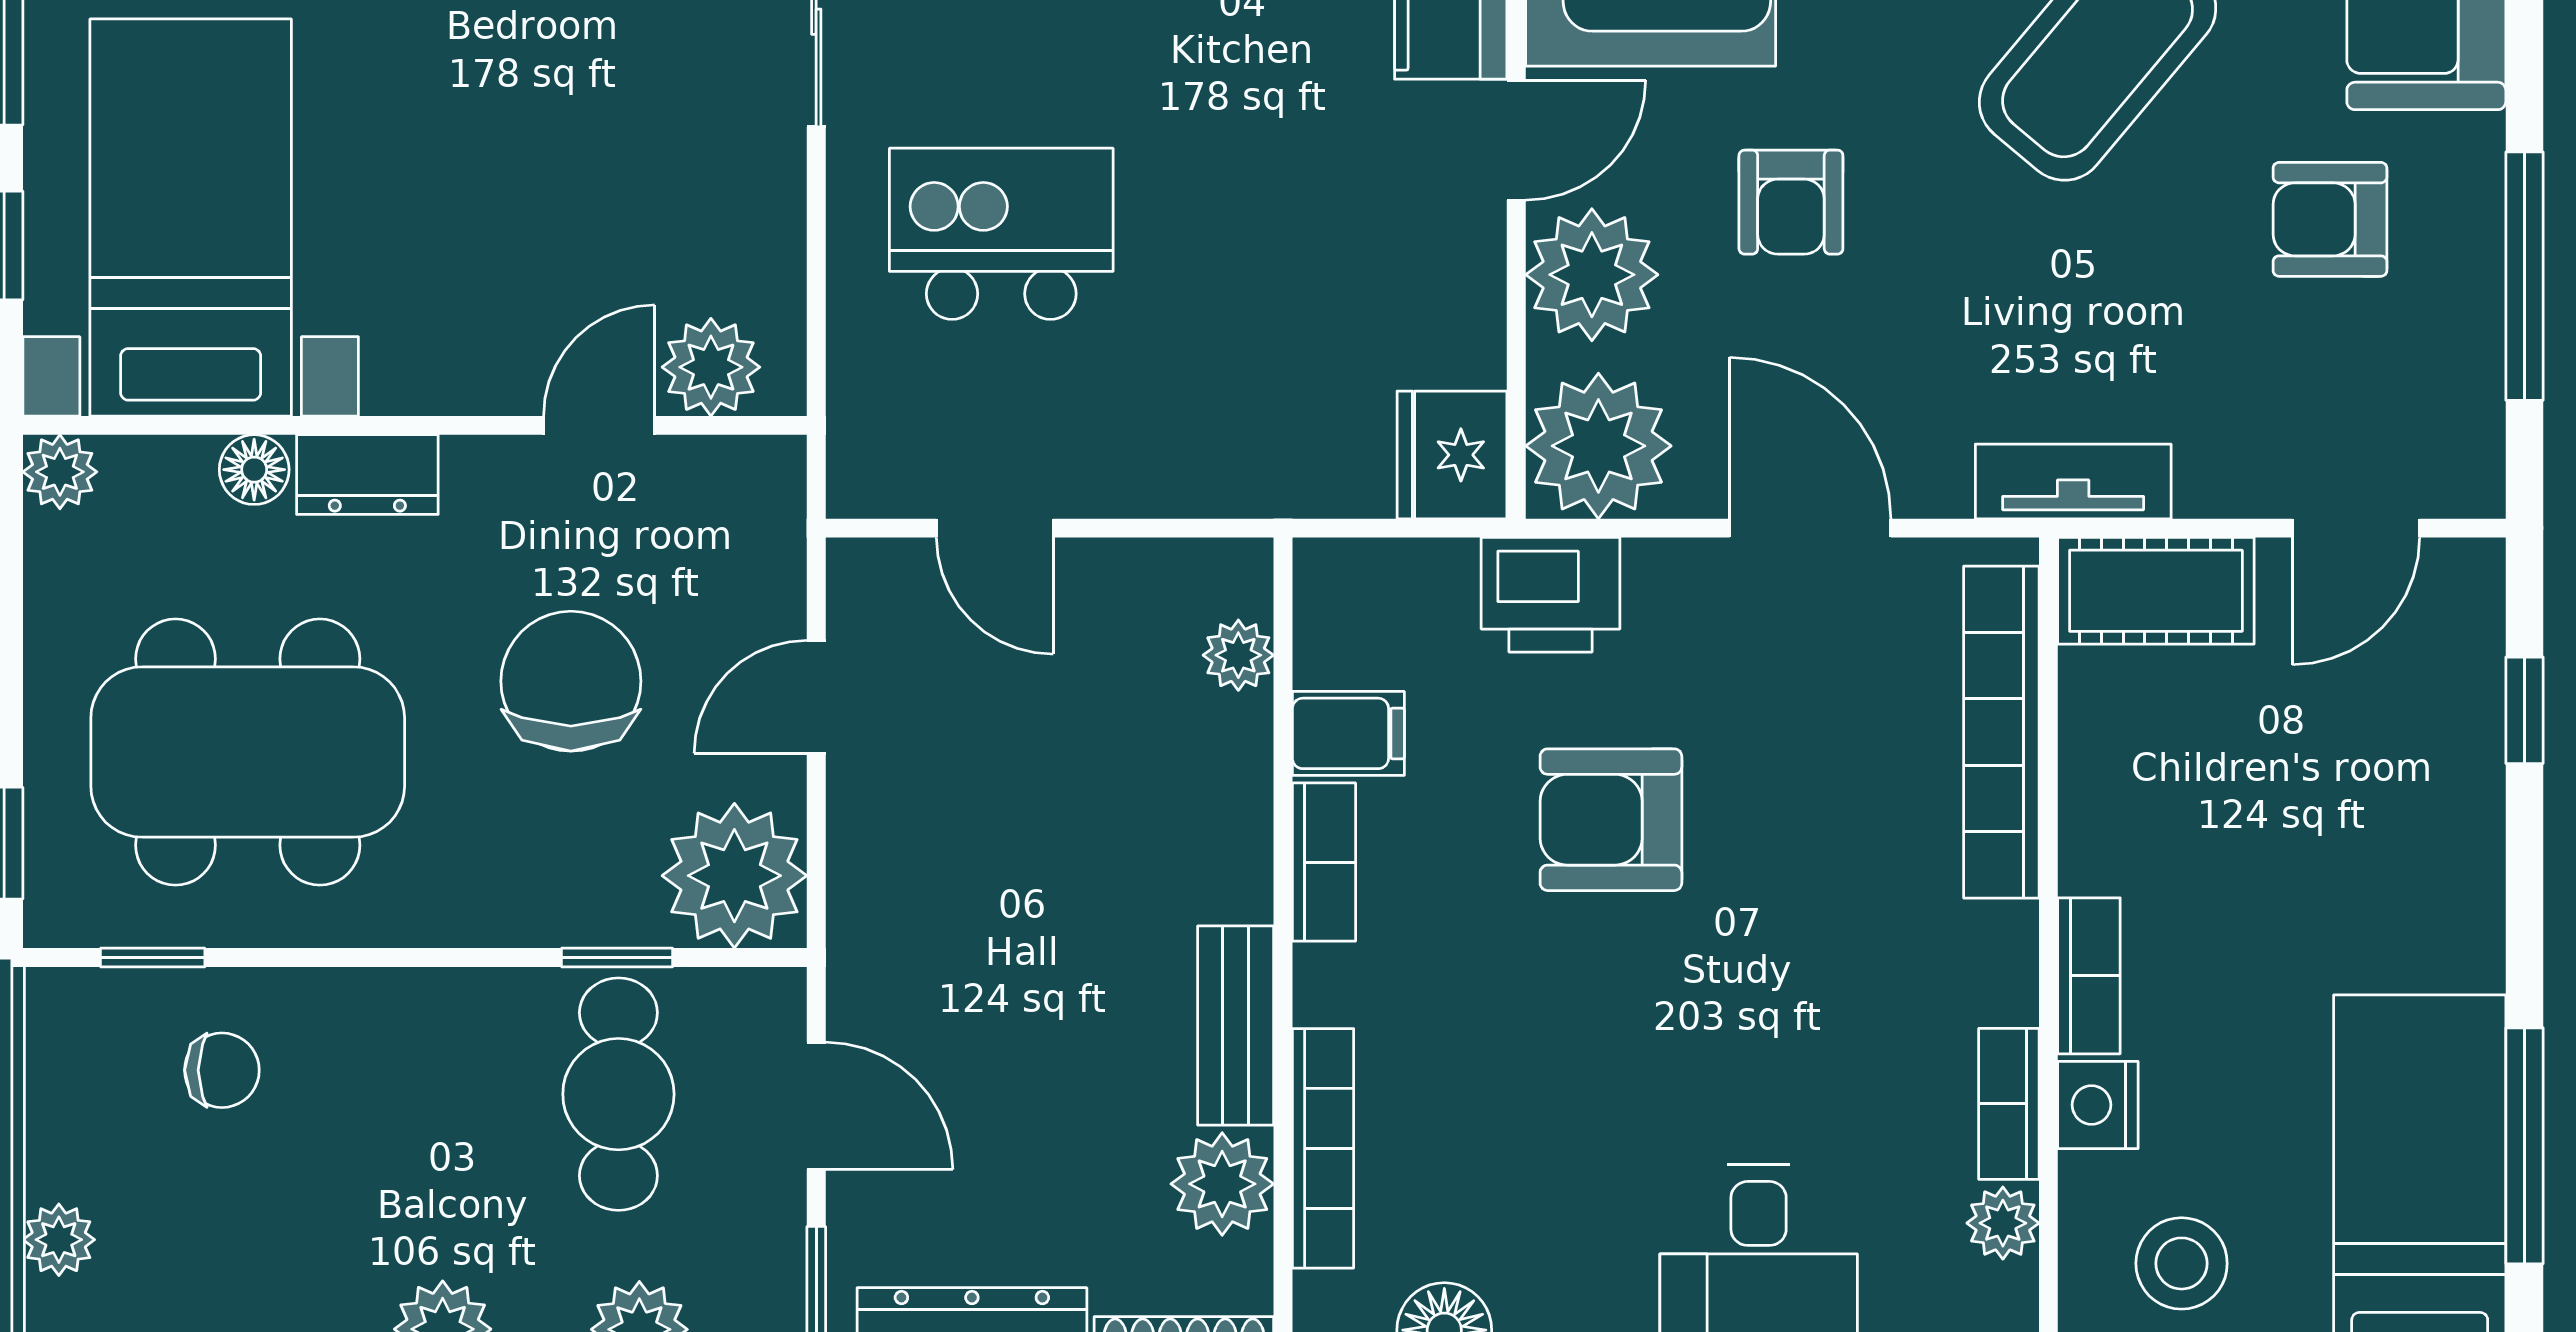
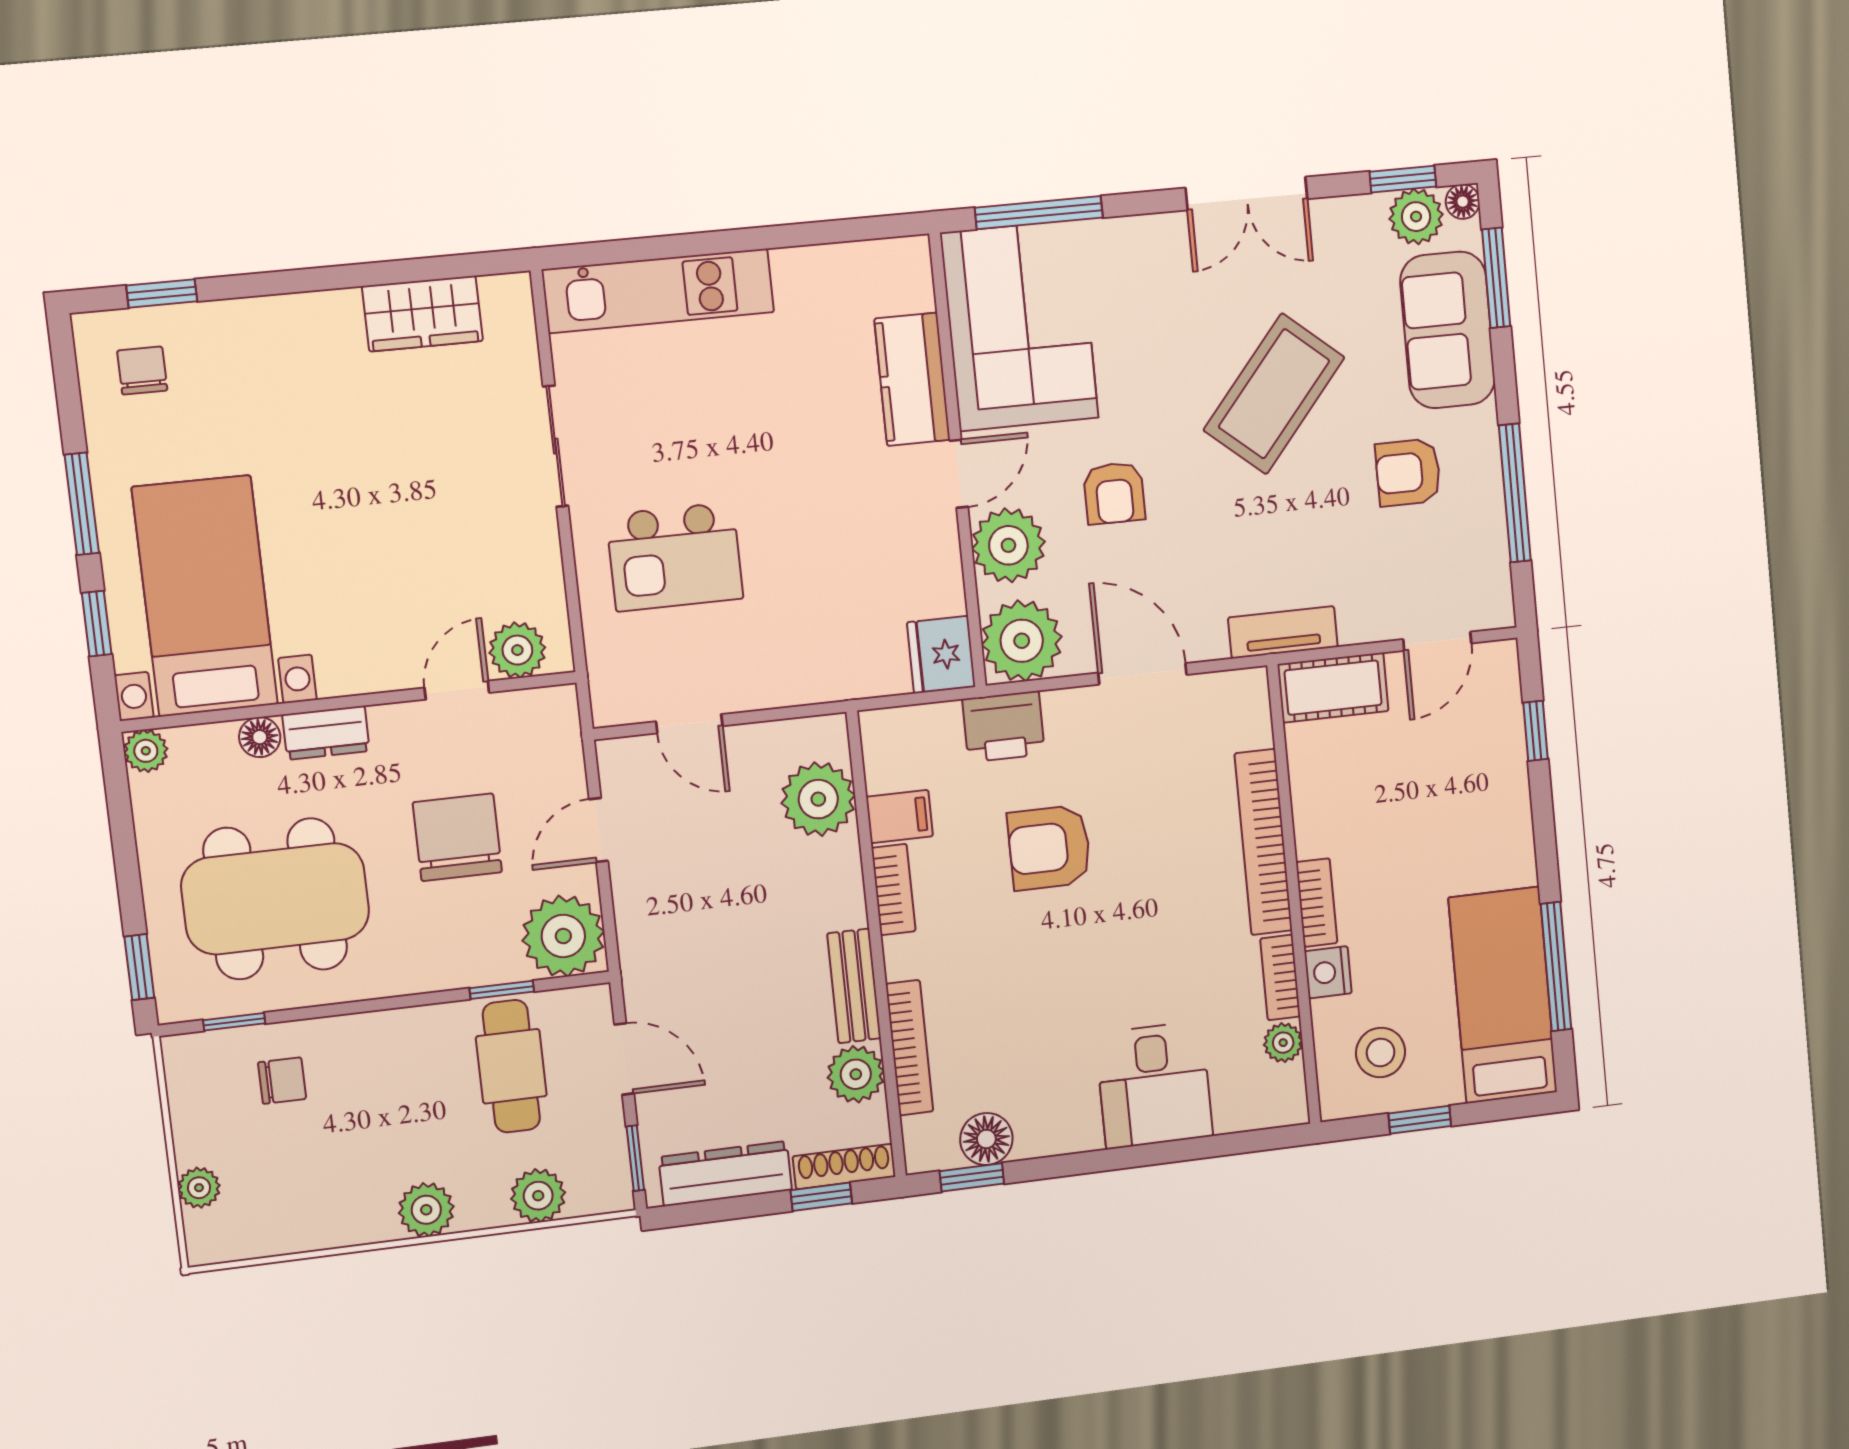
kitchen island: (1001, 234) -> (675, 557), turned 180
plant: (1238, 655) -> (818, 799), width x1.88, depth x1.88
bookcase: (2001, 732) -> (1263, 842), moved

